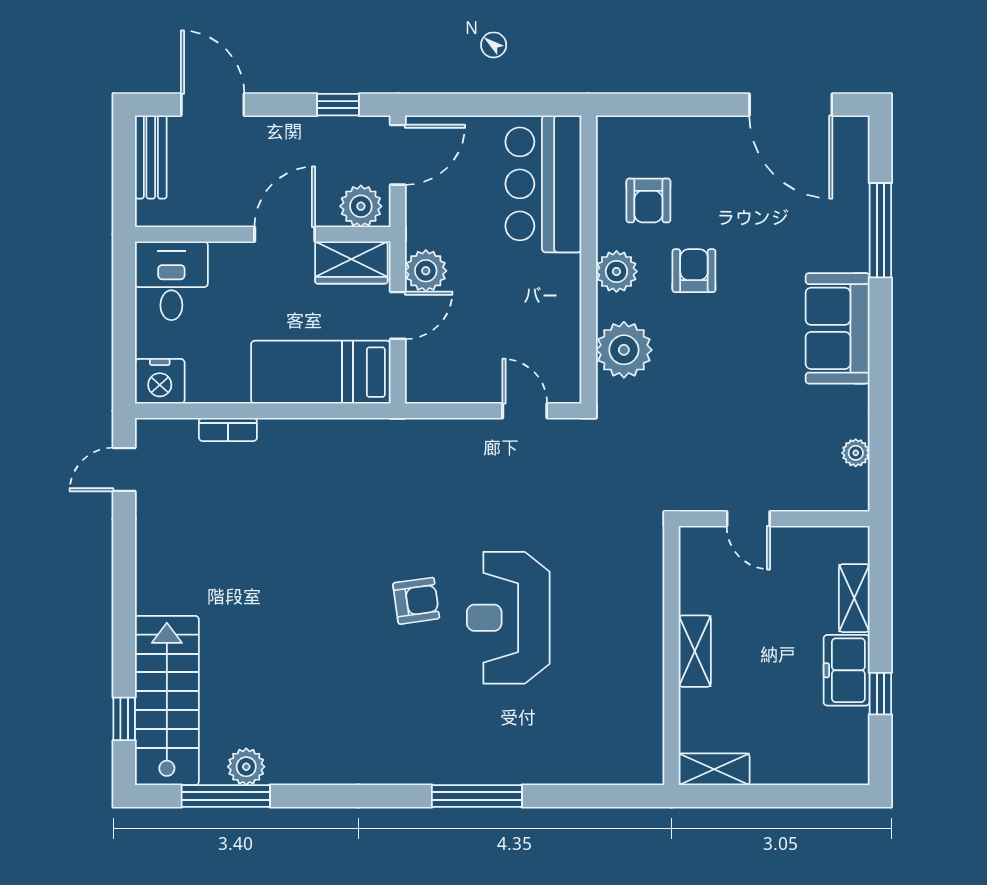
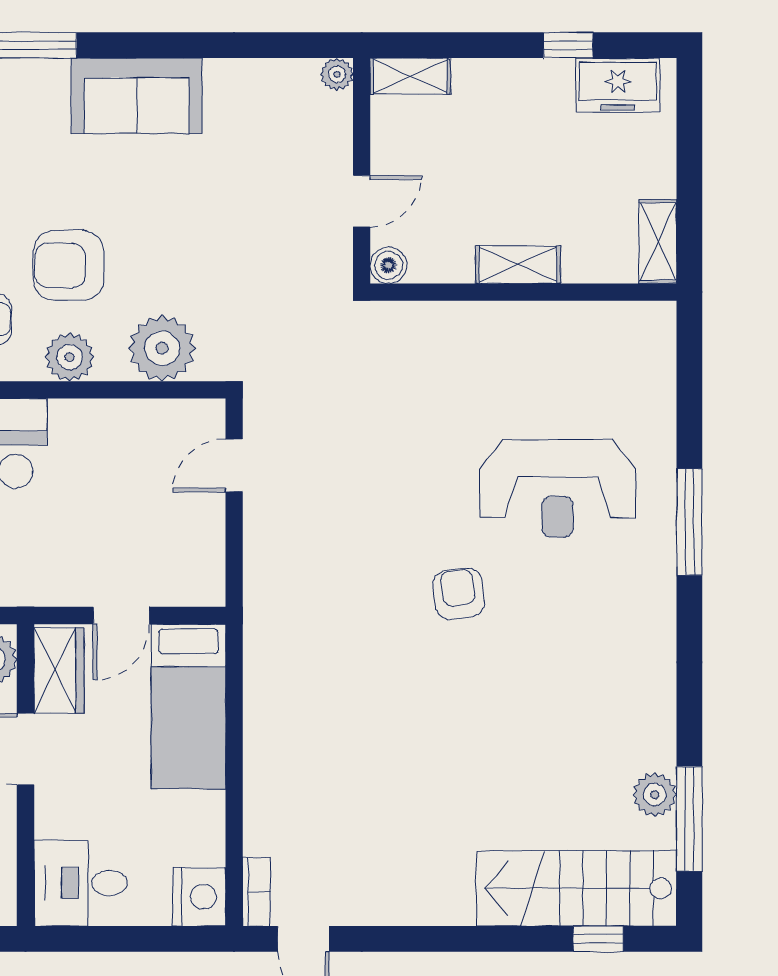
plant: (426, 271) -> (69, 582), removed
armchair: (694, 271) -> (69, 265), width x1.38, depth x1.38
door: (398, 315) -> (121, 615), swing flipped
bookcase: (228, 430) -> (256, 892), moved
plant: (856, 453) -> (337, 74), moved
boiler: (694, 541) -> (389, 265), added
shelving: (854, 598) -> (410, 76), moved
reception desk: (508, 618) -> (557, 488), moved
freezer: (847, 670) -> (618, 85), moved

